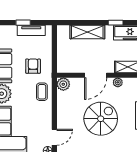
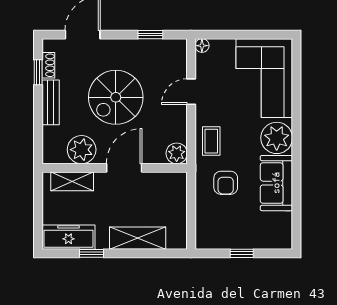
tv unit: (31, 30) -> (229, 241), removed
plant: (118, 82) -> (82, 150), width x1.88, depth x1.88
door: (54, 137) -> (191, 92), moved

